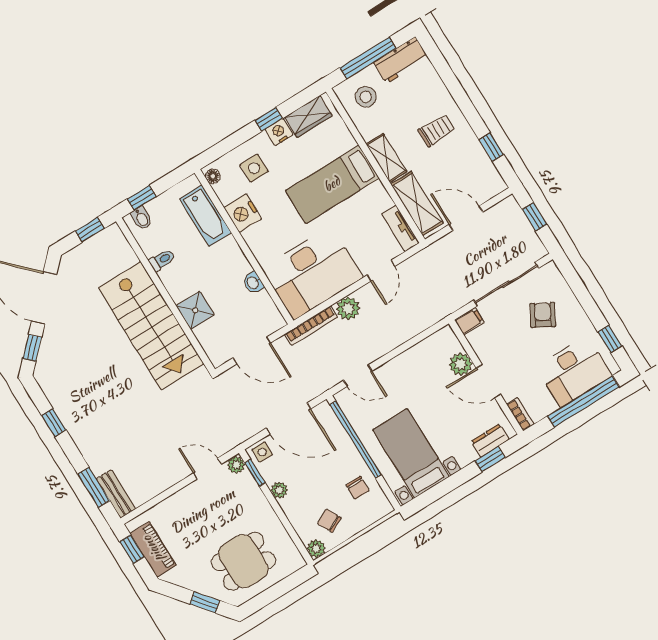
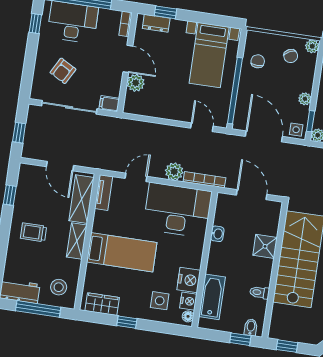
nightstand: (279, 132) -> (188, 301), moved, turned -90

